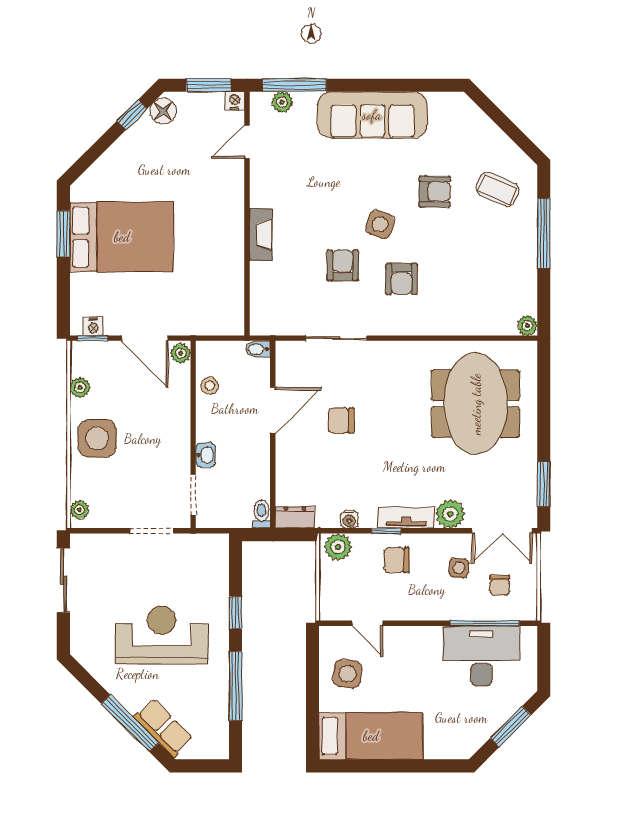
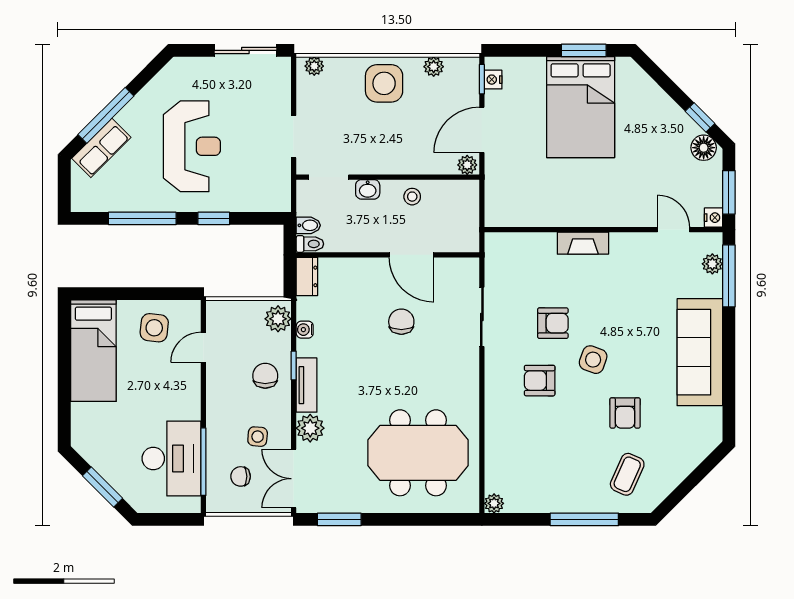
bidet: (258, 349) -> (308, 225), moved, turned 90
stool: (210, 386) -> (412, 197), moved

